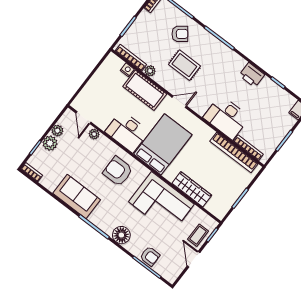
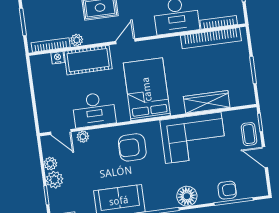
desk: (127, 132) -> (94, 110), moved

